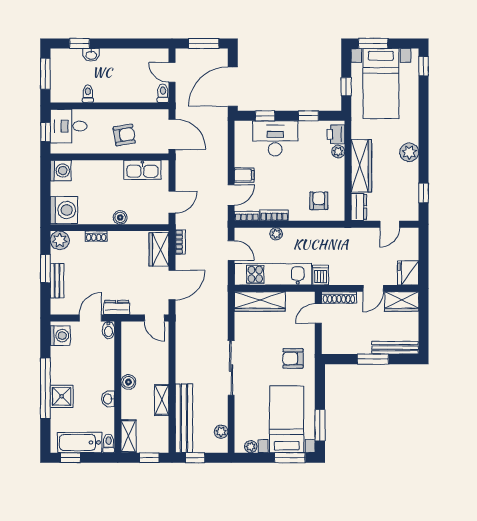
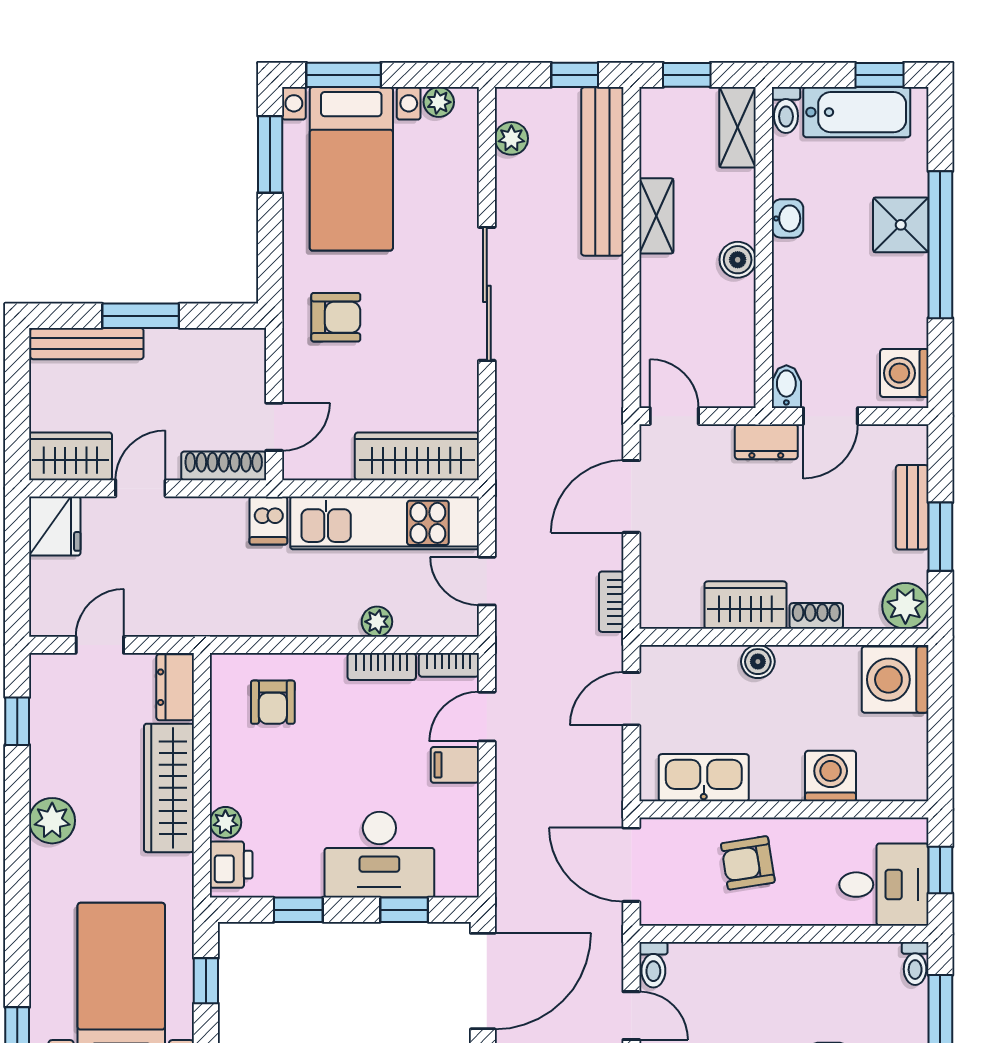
toilet: (88, 94) -> (915, 963), moved
washing machine: (61, 171) -> (831, 776), moved, turned 90
wardrobe: (159, 249) -> (745, 605), moved, turned -90

